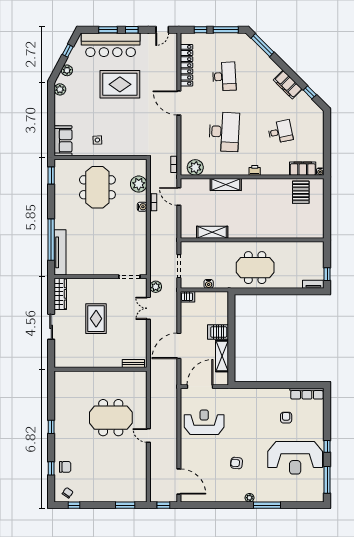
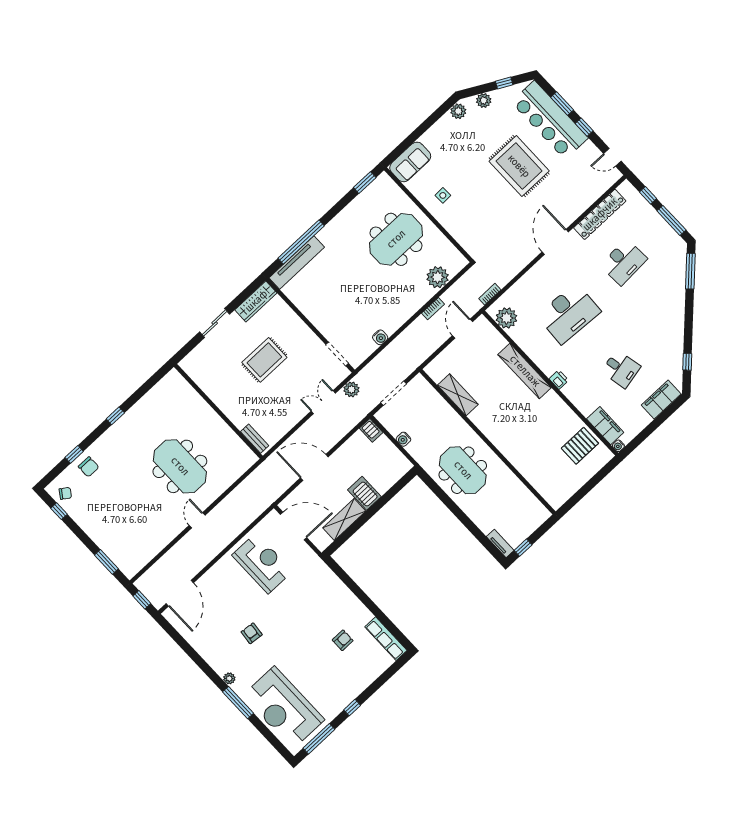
filing cabinet: (288, 85) -> (661, 400), moved, turned 45
shelving: (226, 184) -> (525, 371), width x1.47
water cooler: (142, 207) -> (380, 337), moved
reception desk: (295, 458) -> (284, 708), moved

